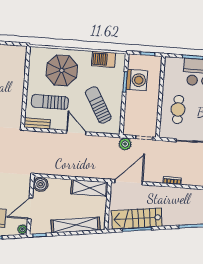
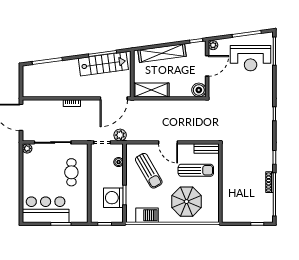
boiler: (129, 116) -> (119, 162), added

